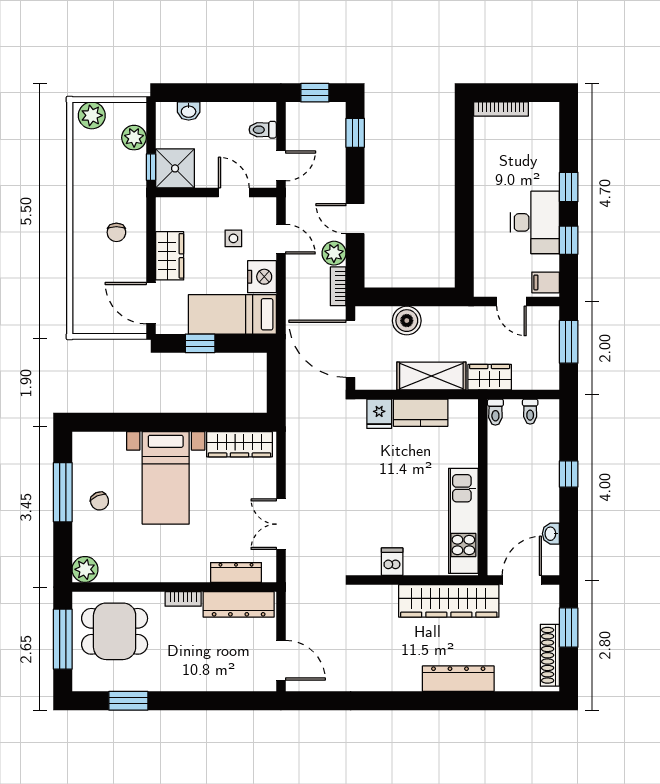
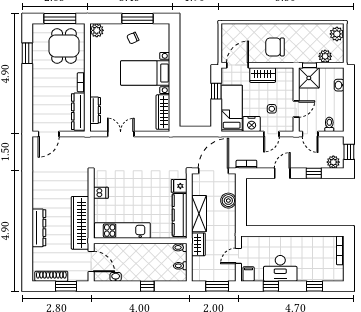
window: (355, 133) -> (314, 173), moved
window: (569, 187) -> (314, 286), moved
chair: (116, 232) -> (275, 47), width x1.87, depth x1.87
plant: (334, 253) -> (333, 162), moved
kitchen counter: (421, 413) -> (180, 215), width x1.50

